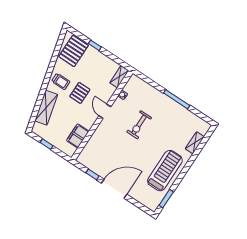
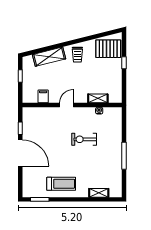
shelving: (119, 77) -> (98, 98), moved
pallet: (80, 93) -> (78, 76), removed
door: (105, 111) -> (67, 105), moved
filing cabinet: (78, 136) -> (43, 96), width x0.50
treadmill: (165, 171) -> (61, 184), width x0.73, depth x0.73

